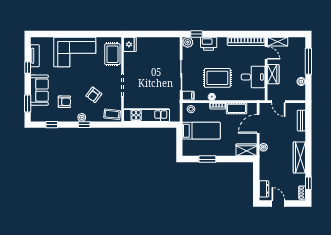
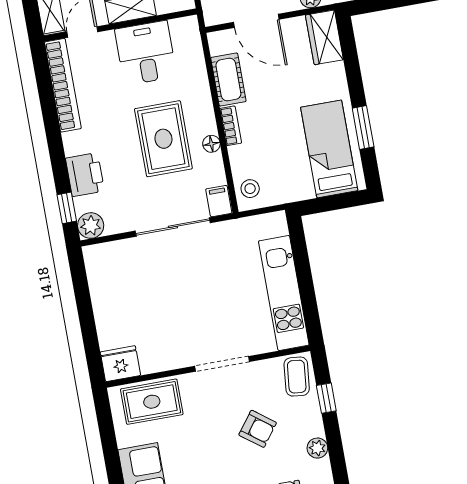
window: (84, 125) -> (326, 398), moved
bed: (201, 131) -> (329, 149), moved

